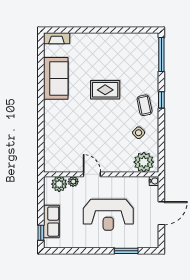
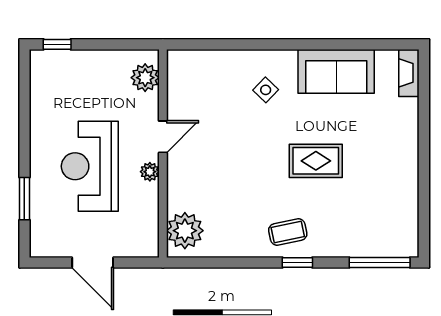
rug: (105, 90) -> (316, 161), turned 90
side table: (139, 133) -> (266, 90), moved
water cooler: (154, 181) -> (151, 249), removed
plant: (73, 182) -> (150, 172), moved
row of seats: (51, 222) -> (77, 63), removed

